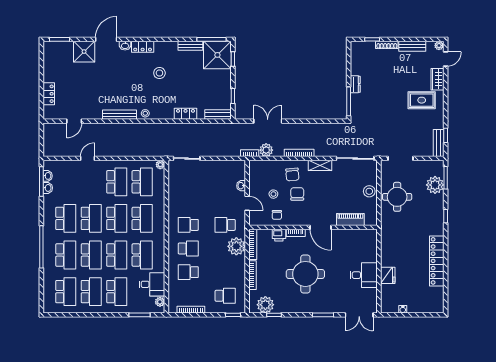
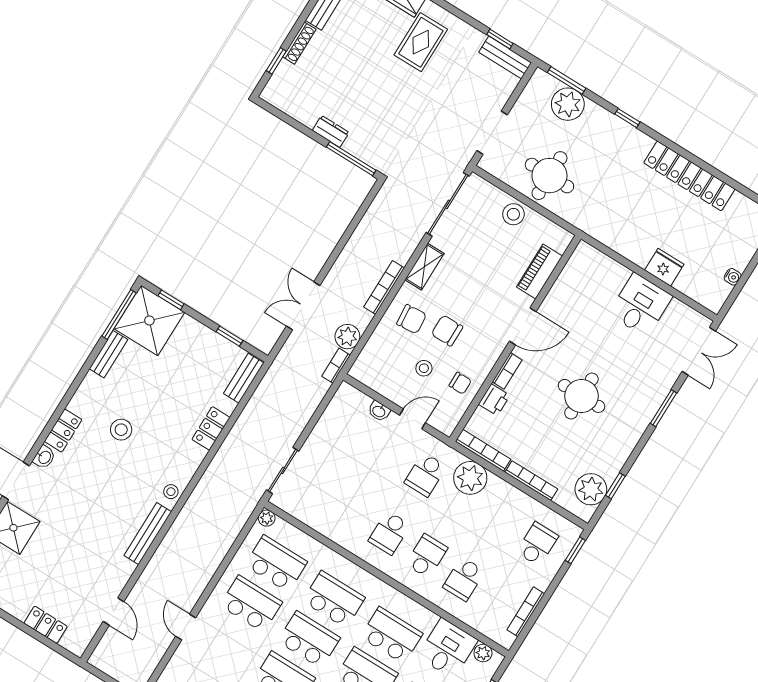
round table: (305, 274) -> (581, 396), width x0.73, depth x0.73

